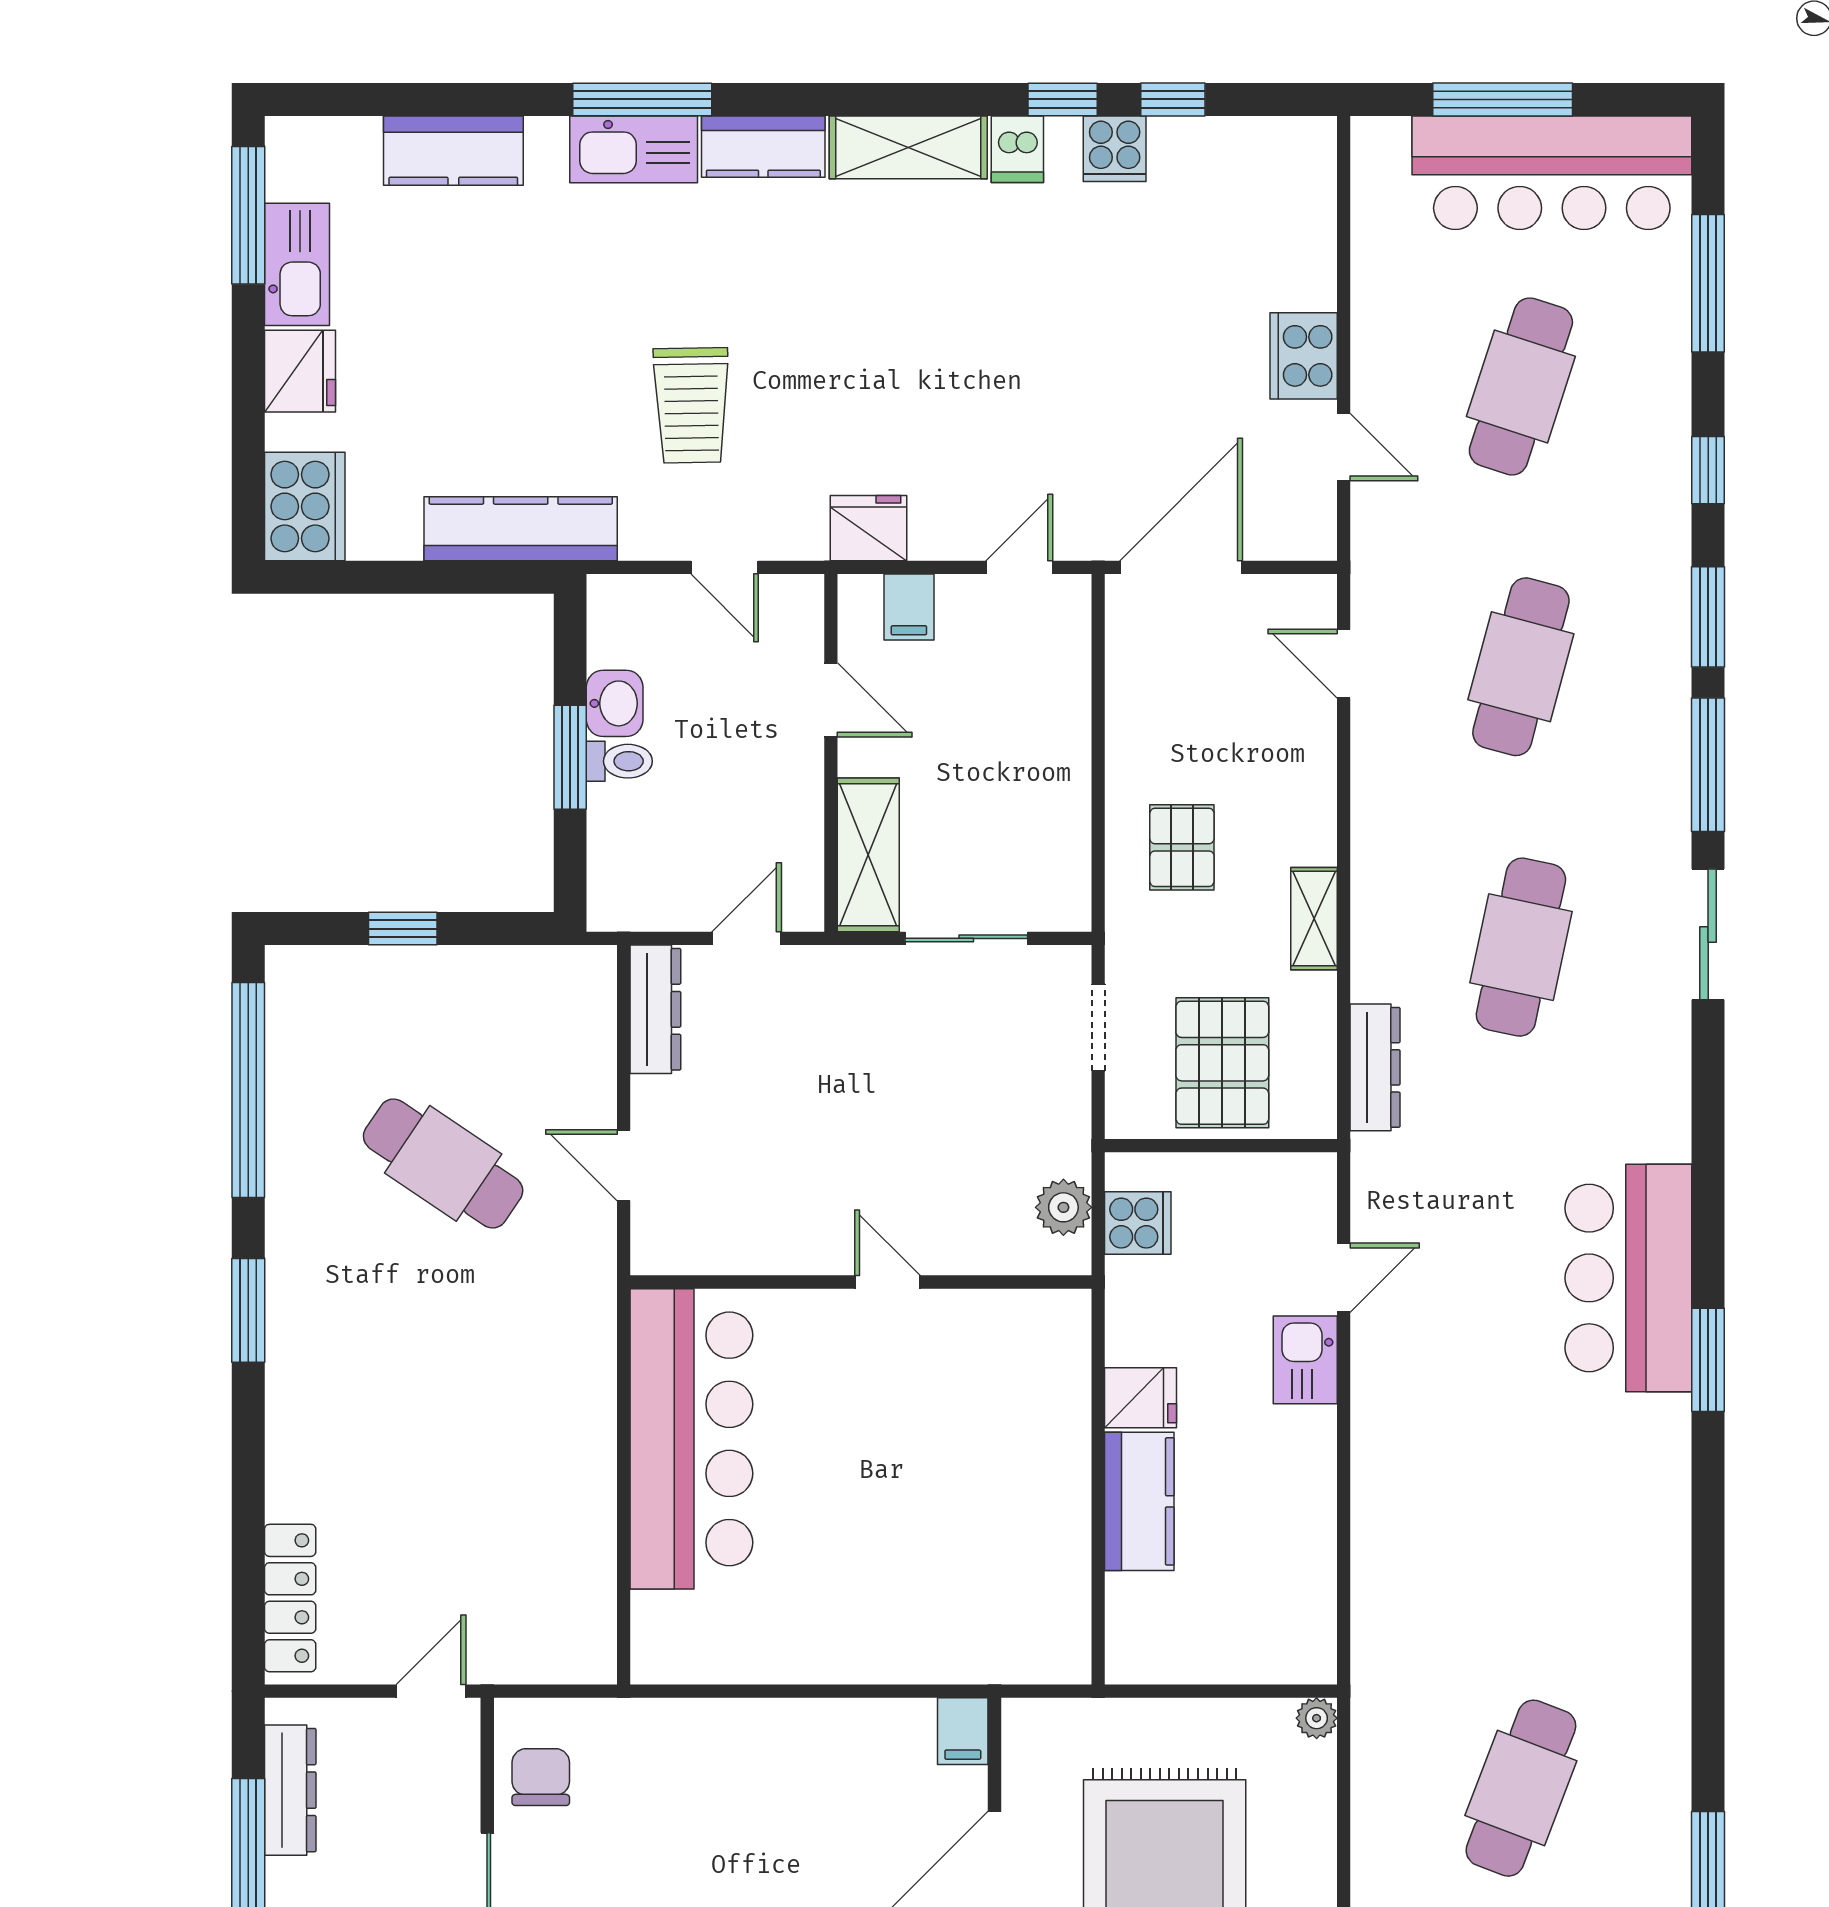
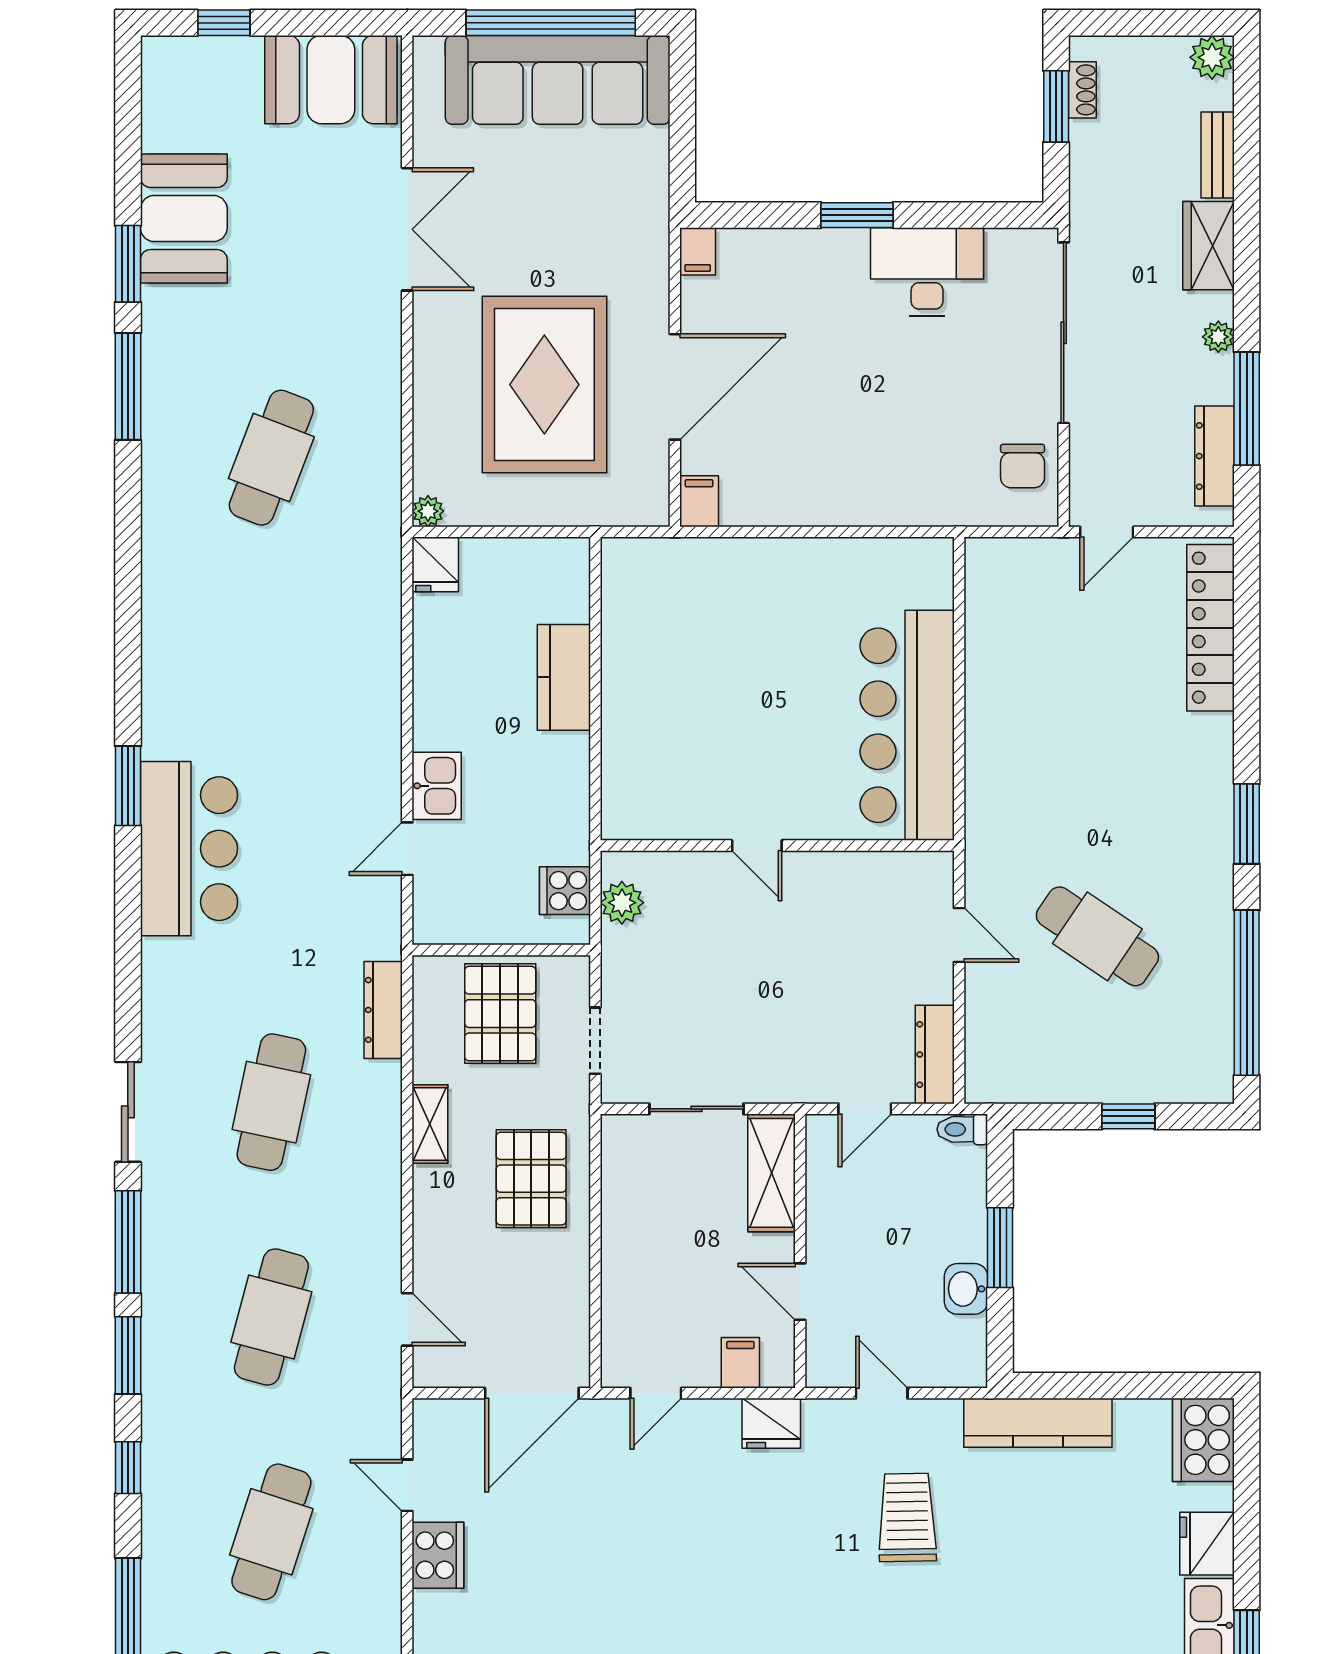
toilet: (619, 761) -> (962, 1129), moved
pallet: (1182, 847) -> (531, 1179), width x1.50, depth x1.42
fridge: (1141, 1398) -> (435, 564), moved, turned -90
locker: (290, 1598) -> (1211, 628), width x1.41, depth x1.21

